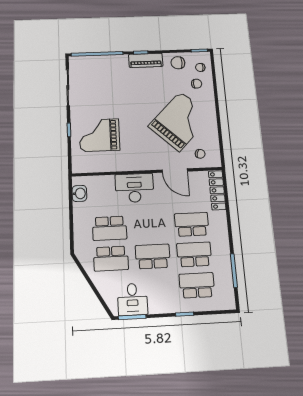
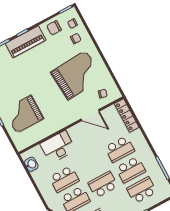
piano: (146, 60) -> (26, 42), width x1.37, depth x1.33
grand piano: (180, 121) -> (77, 75), turned 42
desk: (134, 188) -> (58, 147), moved
school desk: (192, 224) -> (120, 149), turned 180
school desk: (194, 254) -> (131, 170), turned 180

